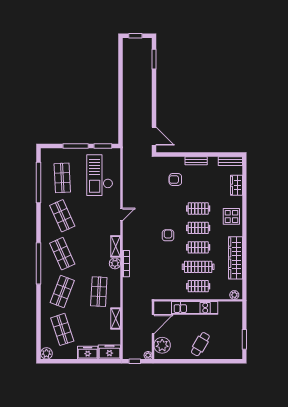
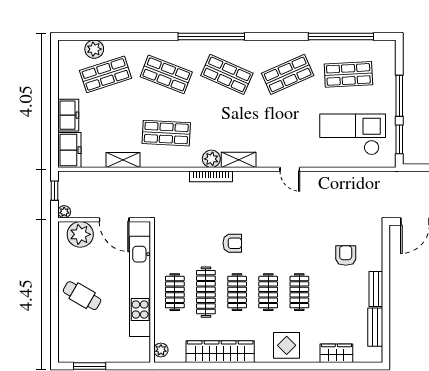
bench: (230, 161) -> (375, 327), moved
armchair: (168, 235) -> (232, 243), moved
shop shelf: (62, 254) -> (227, 74), turned 48
kitchen unit: (195, 308) -> (140, 286), width x1.36
plant: (46, 353) -> (94, 49), moved

